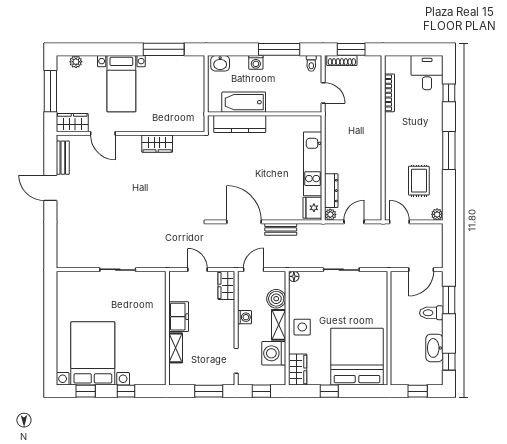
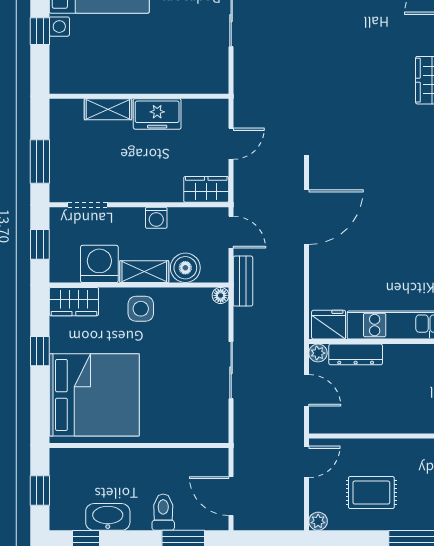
bench: (281, 229) -> (243, 281), moved

